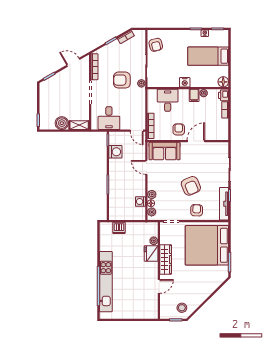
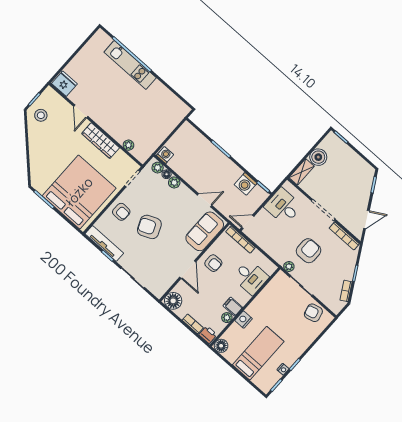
nightstand: (185, 82) -> (244, 320), moved
floor lamp: (222, 133) -> (173, 301), added
washing machine: (140, 202) -> (165, 155), moved
dishwasher: (119, 228) -> (170, 123), removed
fridge: (151, 253) -> (64, 84), moved
kitchen unit: (106, 282) -> (130, 65), width x0.73

